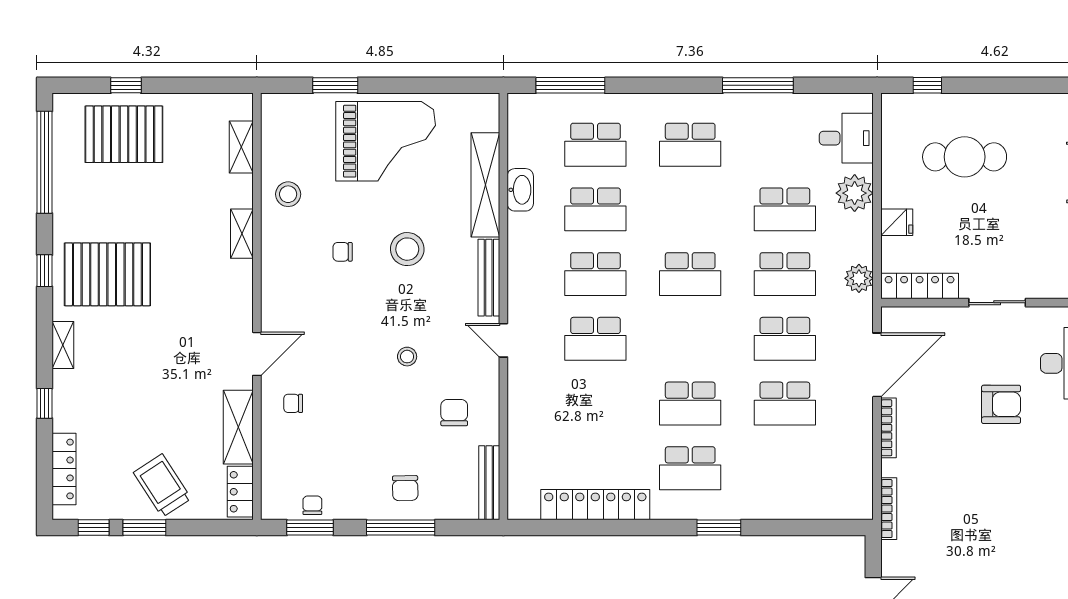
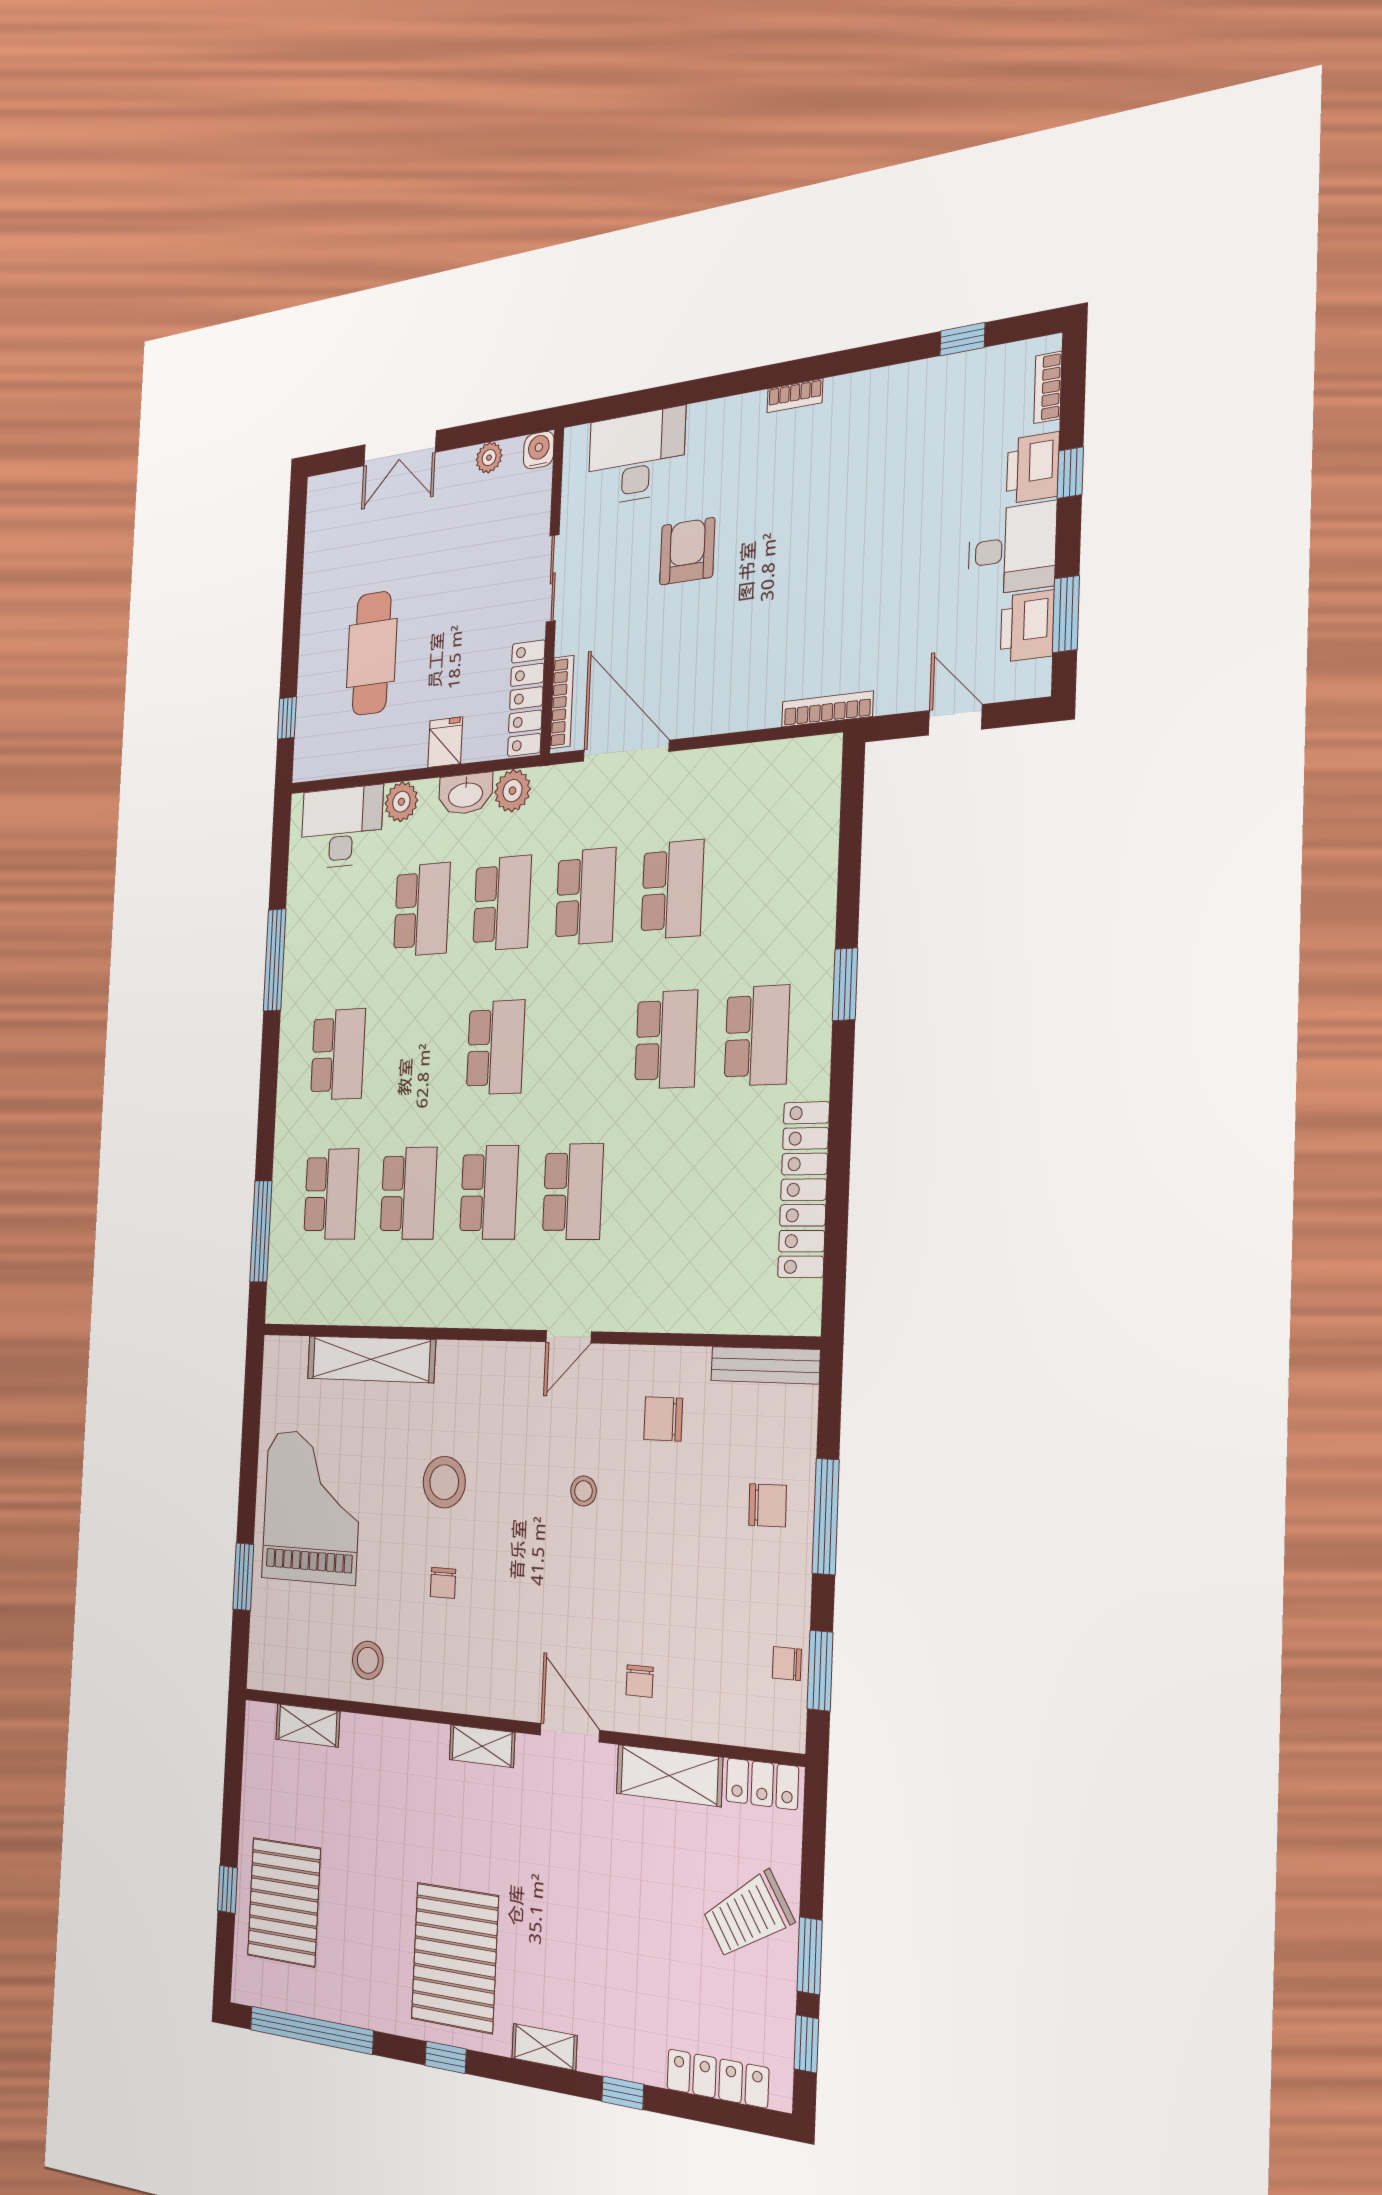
desk: (846, 138) -> (341, 827), width x1.37
washbasin: (520, 190) -> (466, 794), moved, turned 180
plant: (855, 193) -> (401, 802), width x0.73, depth x0.73
shelving: (242, 234) -> (482, 1746), moved
bench: (489, 278) -> (486, 1357), removed
bookcase: (888, 428) -> (562, 702), moved, turned 90

